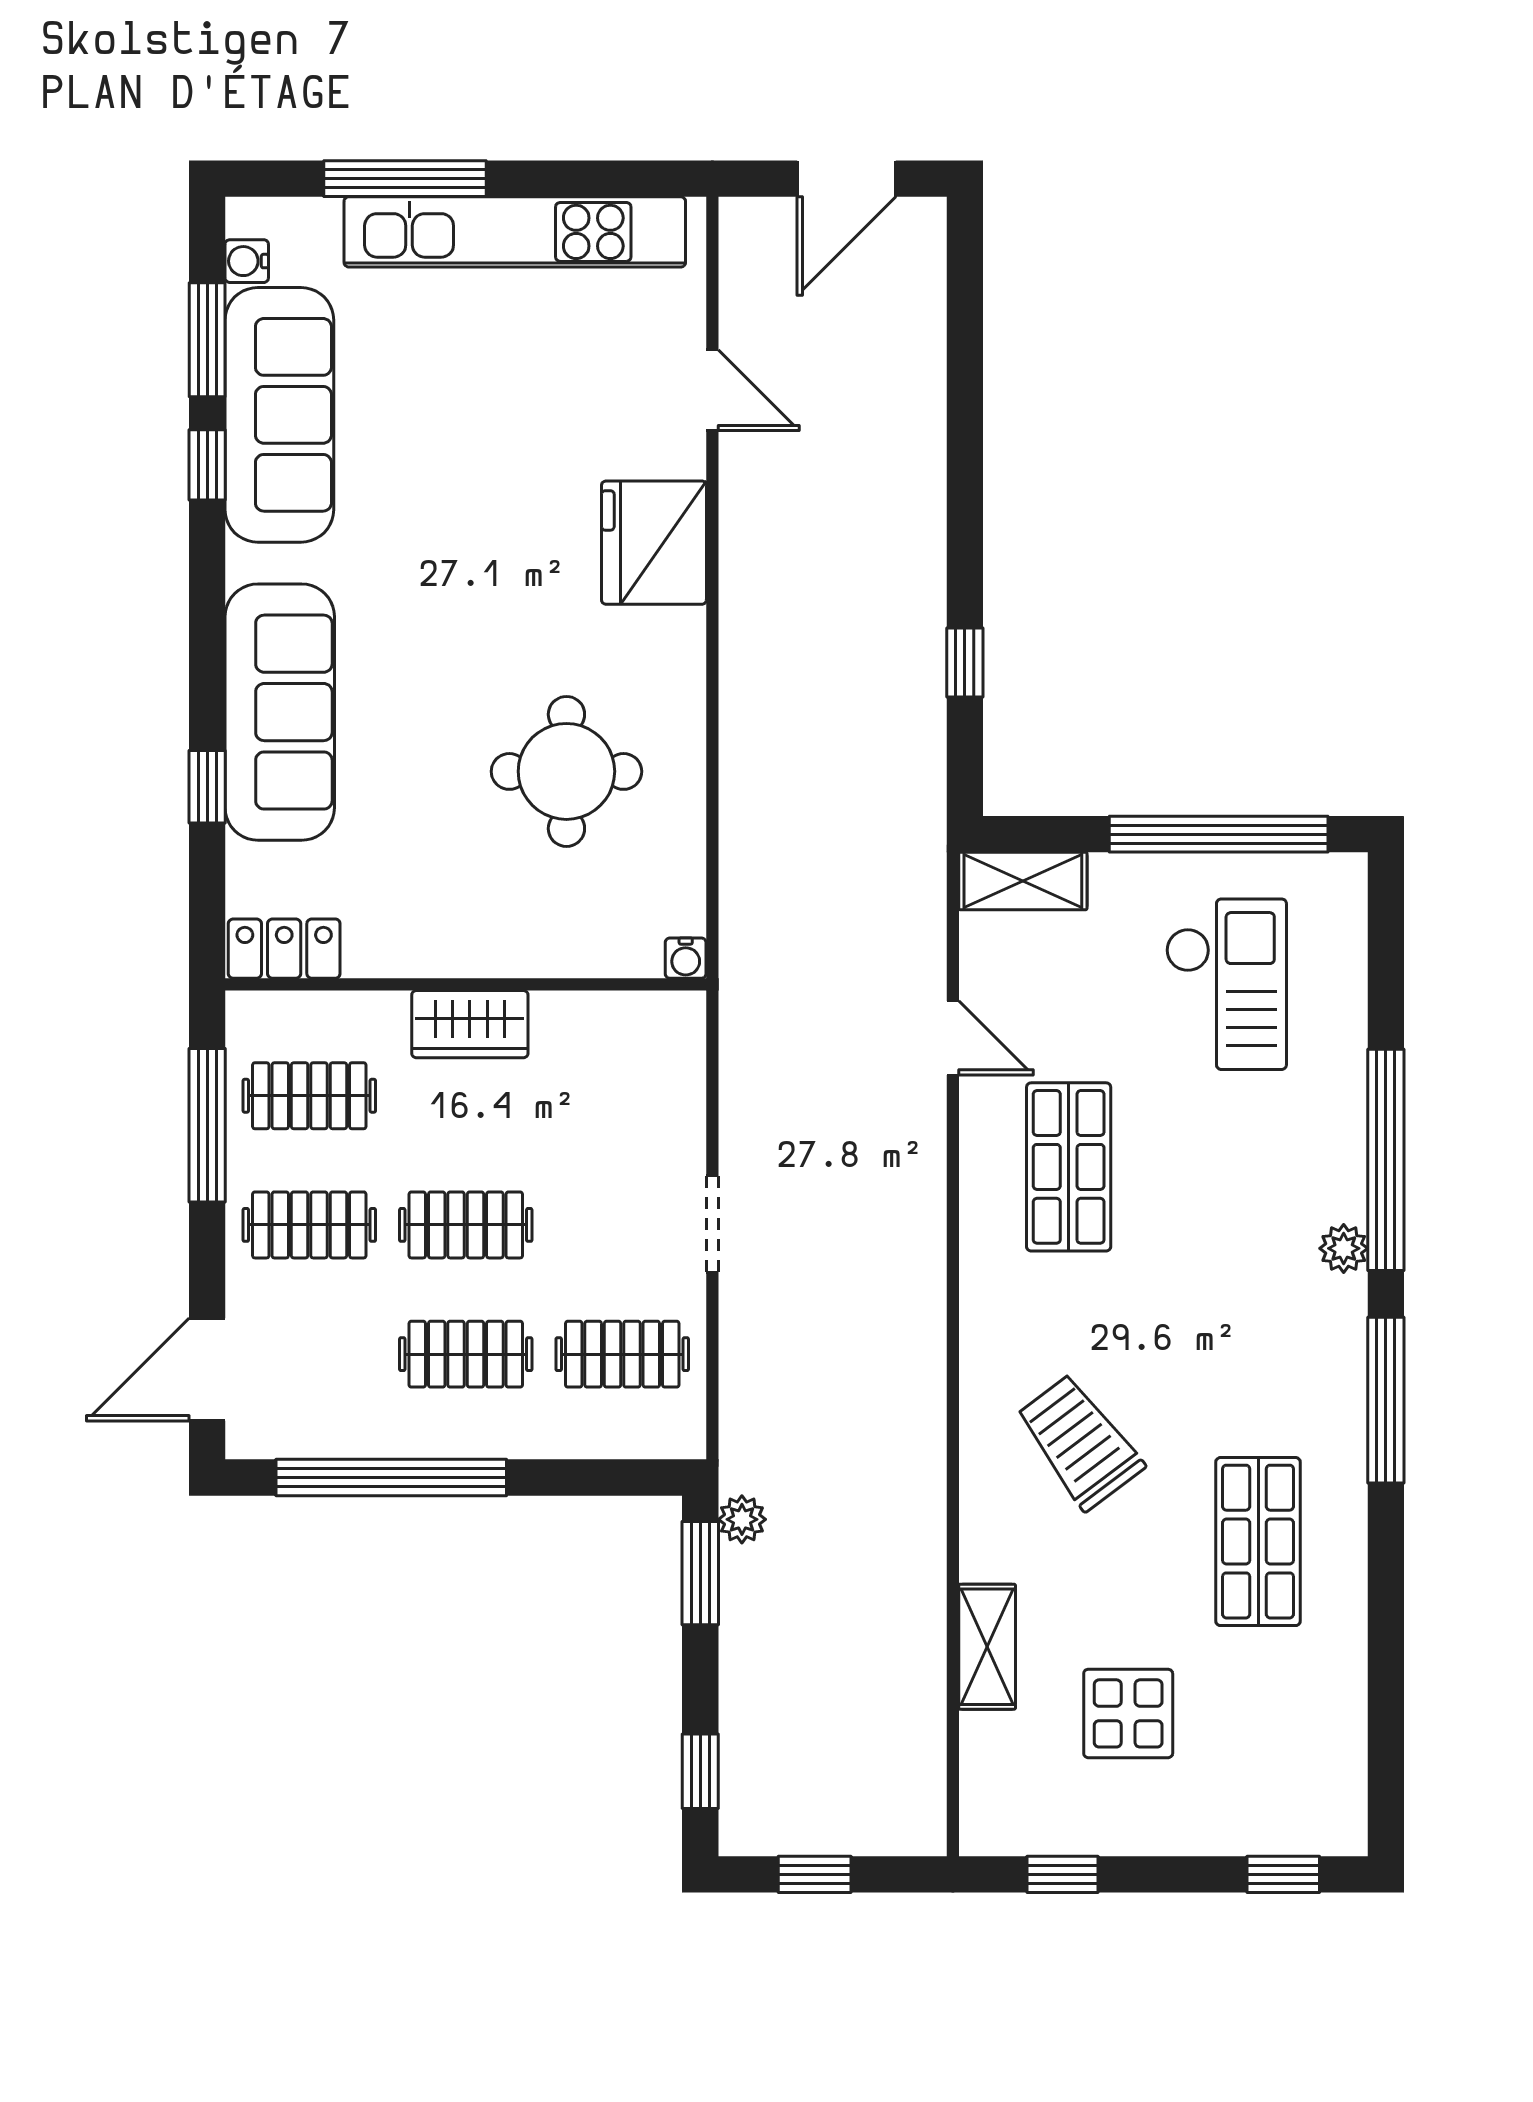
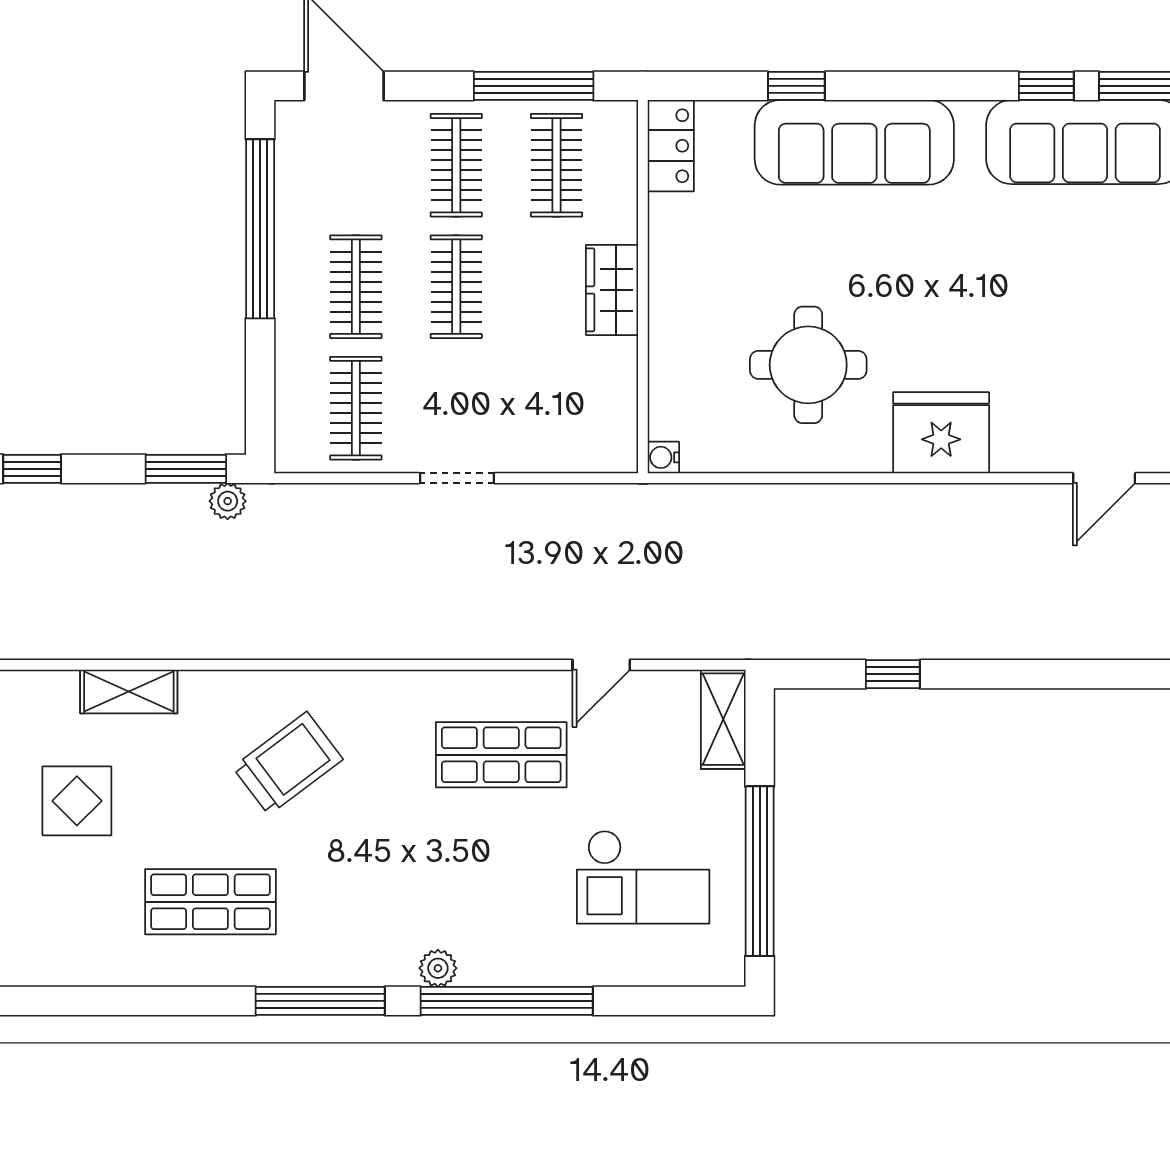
fridge: (654, 543) -> (941, 433), moved

